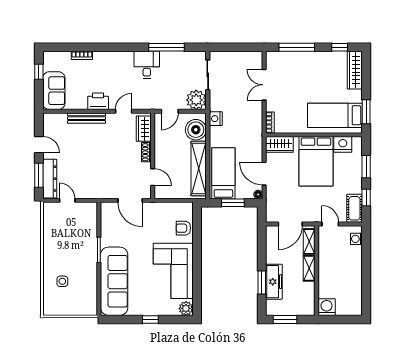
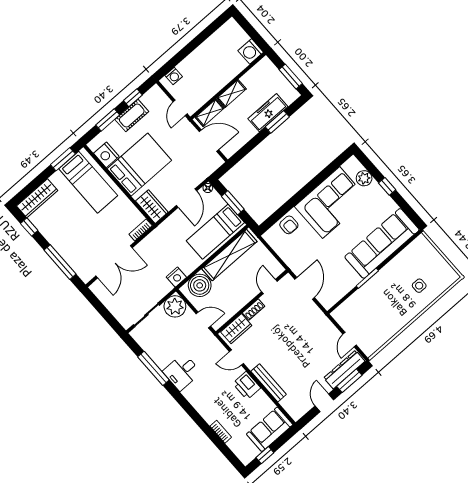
double door: (264, 85) -> (114, 262), width x1.37
cot: (354, 208) -> (132, 116), moved
plant: (186, 308) -> (364, 178), moved

